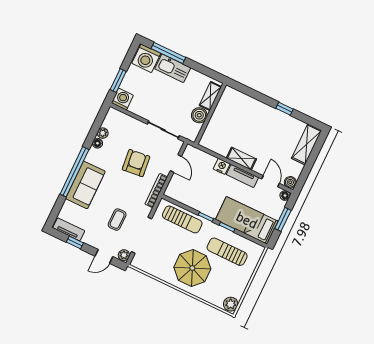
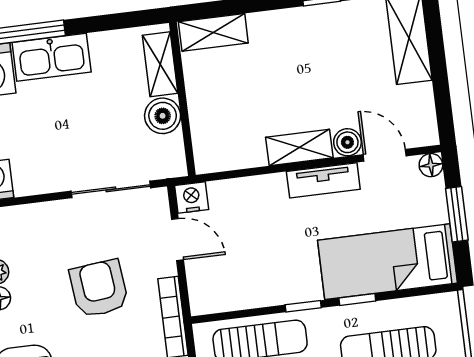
shelving: (237, 97) -> (213, 32), added
nightstand: (222, 166) -> (192, 197), moved
boiler: (290, 182) -> (347, 142), moved

